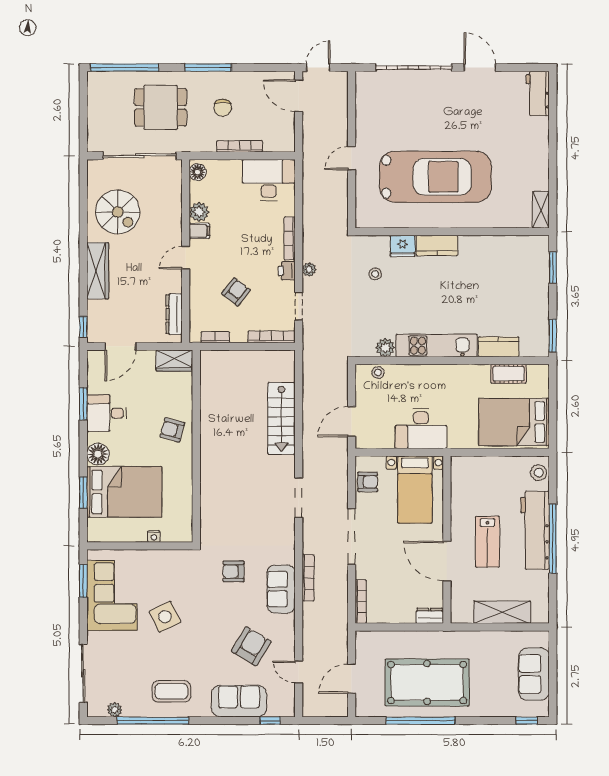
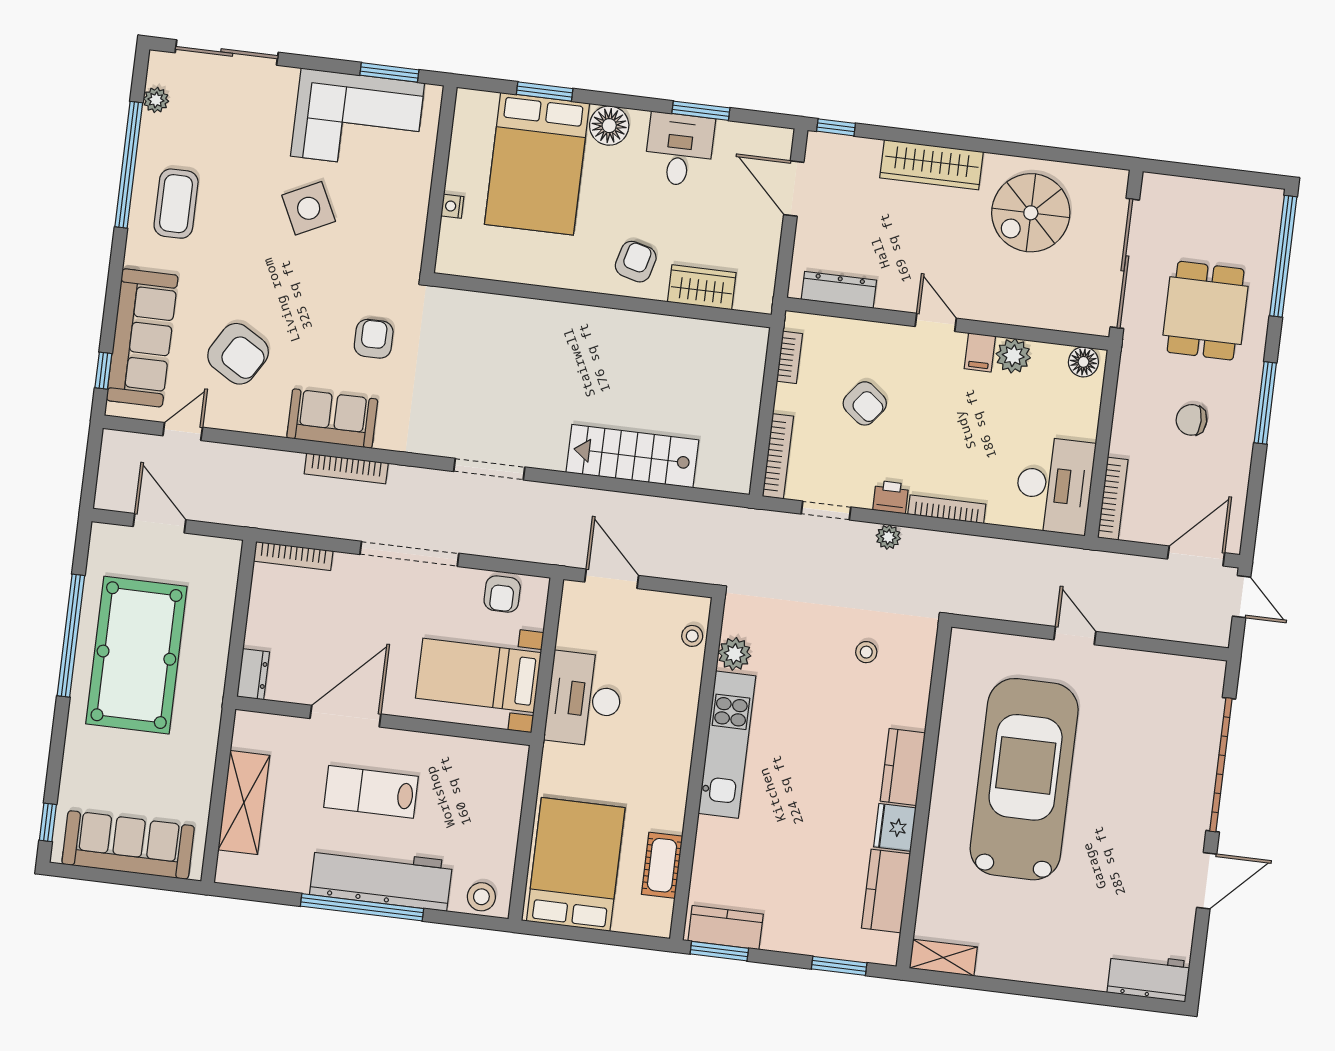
bookcase: (240, 146) -> (1113, 499), moved
car: (435, 177) -> (1024, 779), turned 180
fridge: (403, 246) -> (895, 827), moved
kitchen counter: (508, 246) -> (886, 891), added
kitchen counter: (499, 347) -> (726, 928), moved, turned -90
wardrobe: (174, 361) -> (702, 287), moved, turned 90
sofa: (534, 674) -> (128, 845), width x1.36
sofa: (239, 701) -> (142, 338), width x1.36

